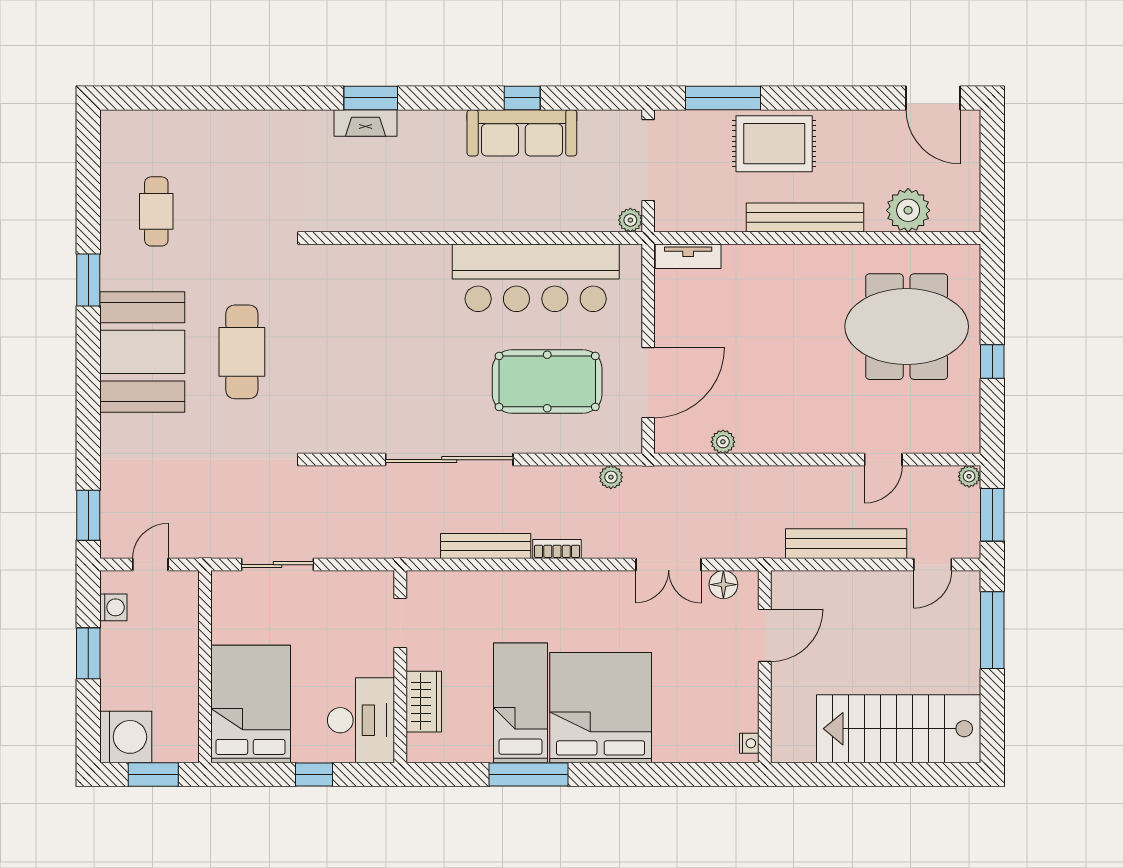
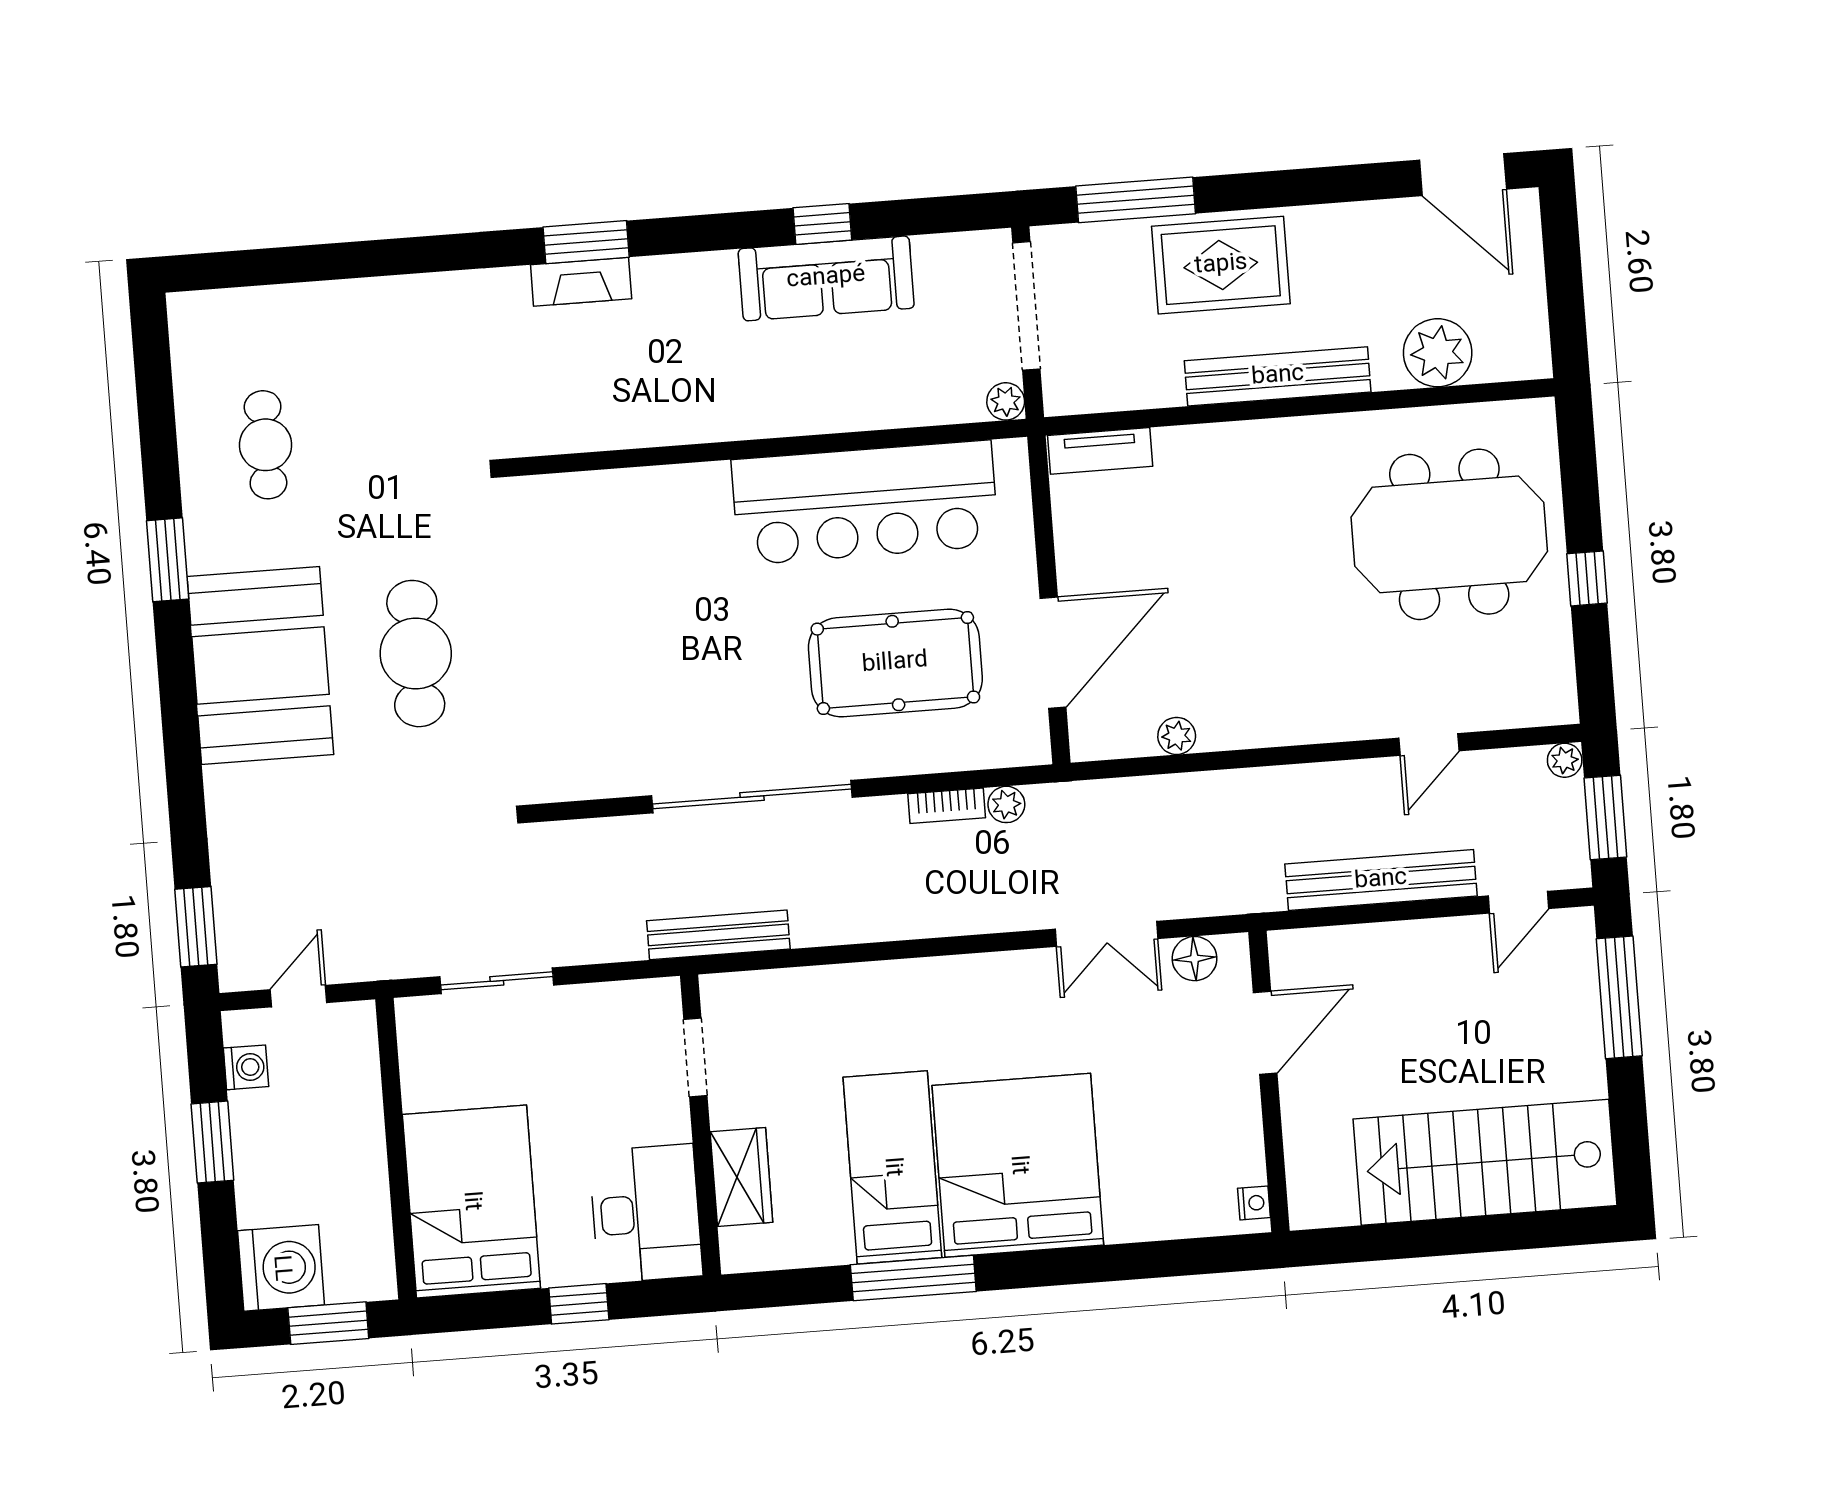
bench: (486, 546) -> (718, 935), moved
bookcase: (557, 549) -> (947, 806), moved, turned 180

